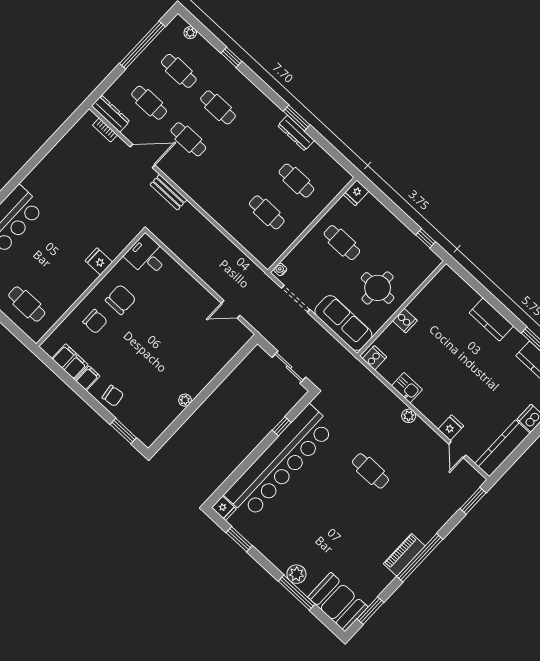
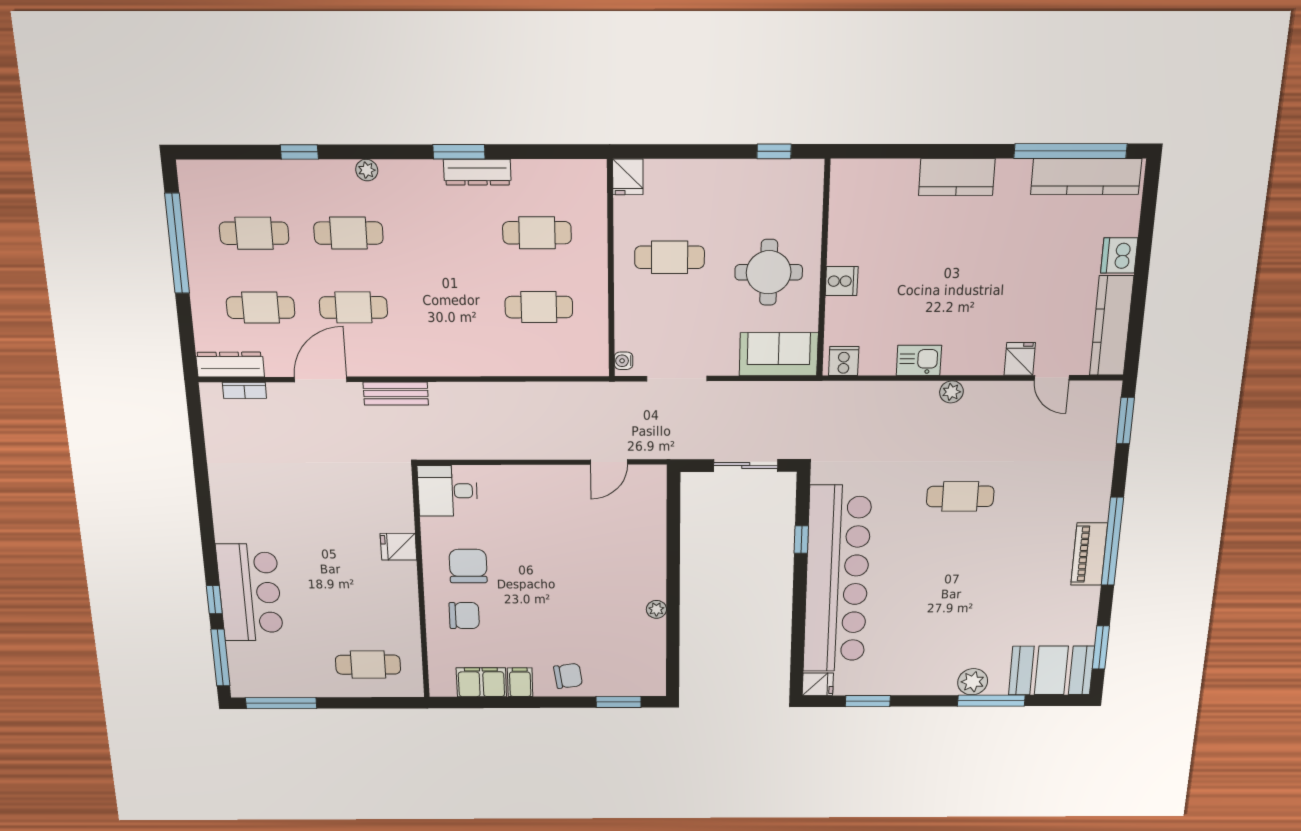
plant: (190, 33) -> (367, 170), moved
sofa: (343, 323) -> (779, 354), width x0.73

